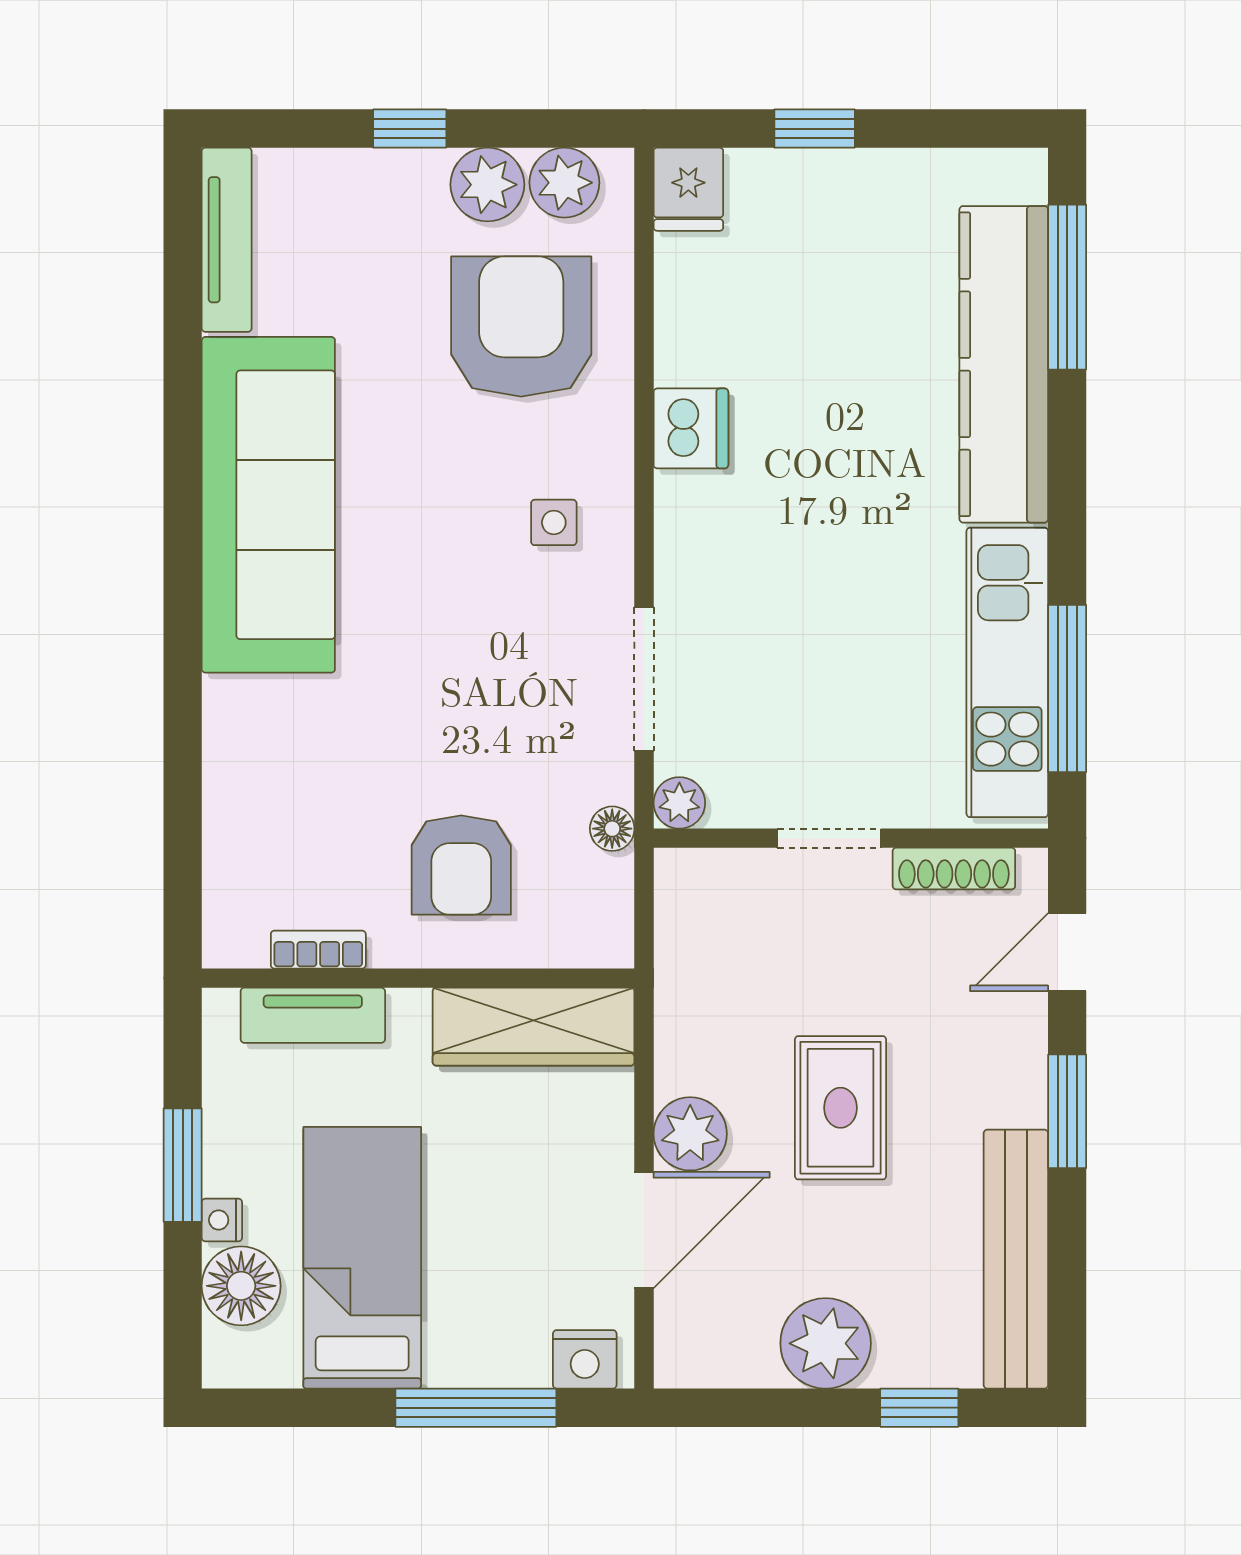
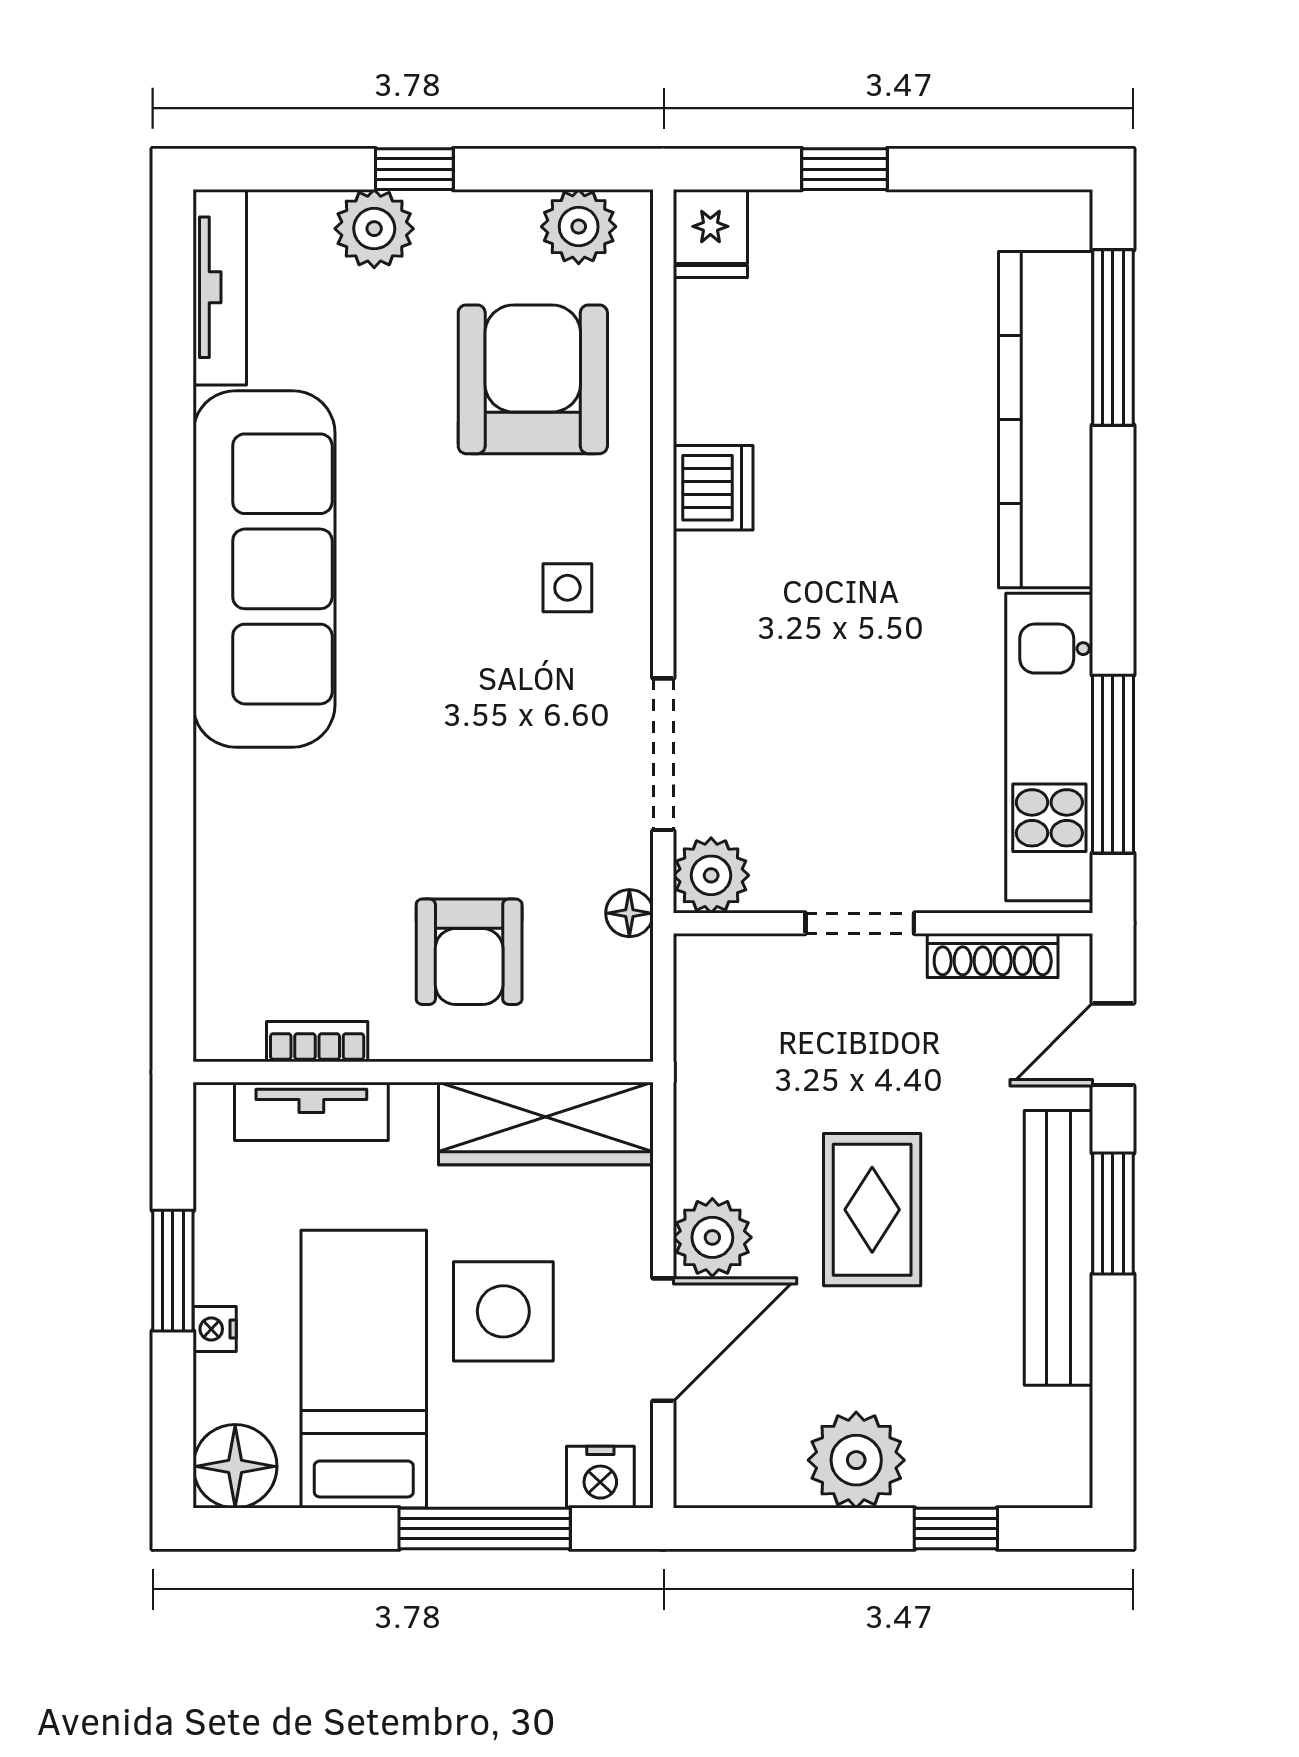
plant: (487, 185) -> (374, 229), moved
plant: (679, 803) -> (711, 875), width x1.38, depth x1.38
side table: (493, 1203) -> (503, 1311), added
bench: (1016, 1259) -> (1058, 1248), moved
floor lamp: (241, 1286) -> (235, 1466), moved

